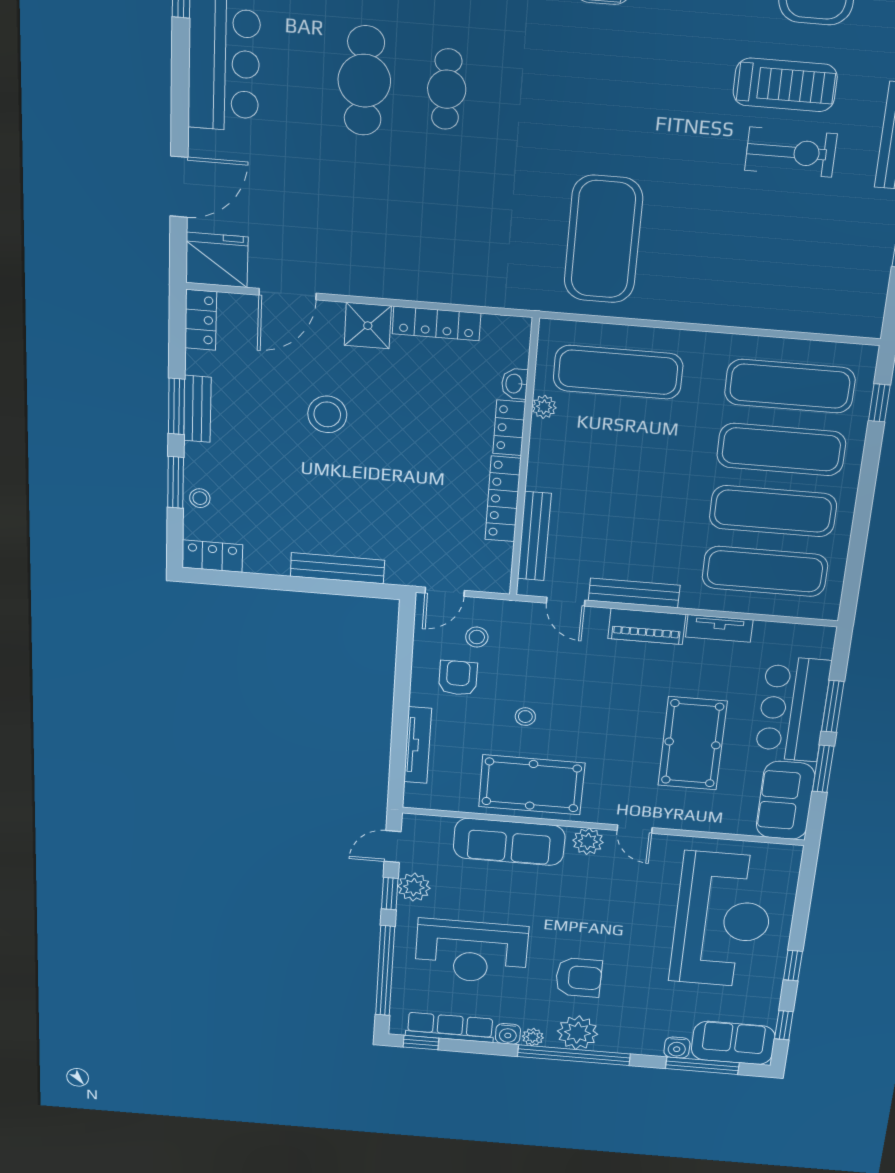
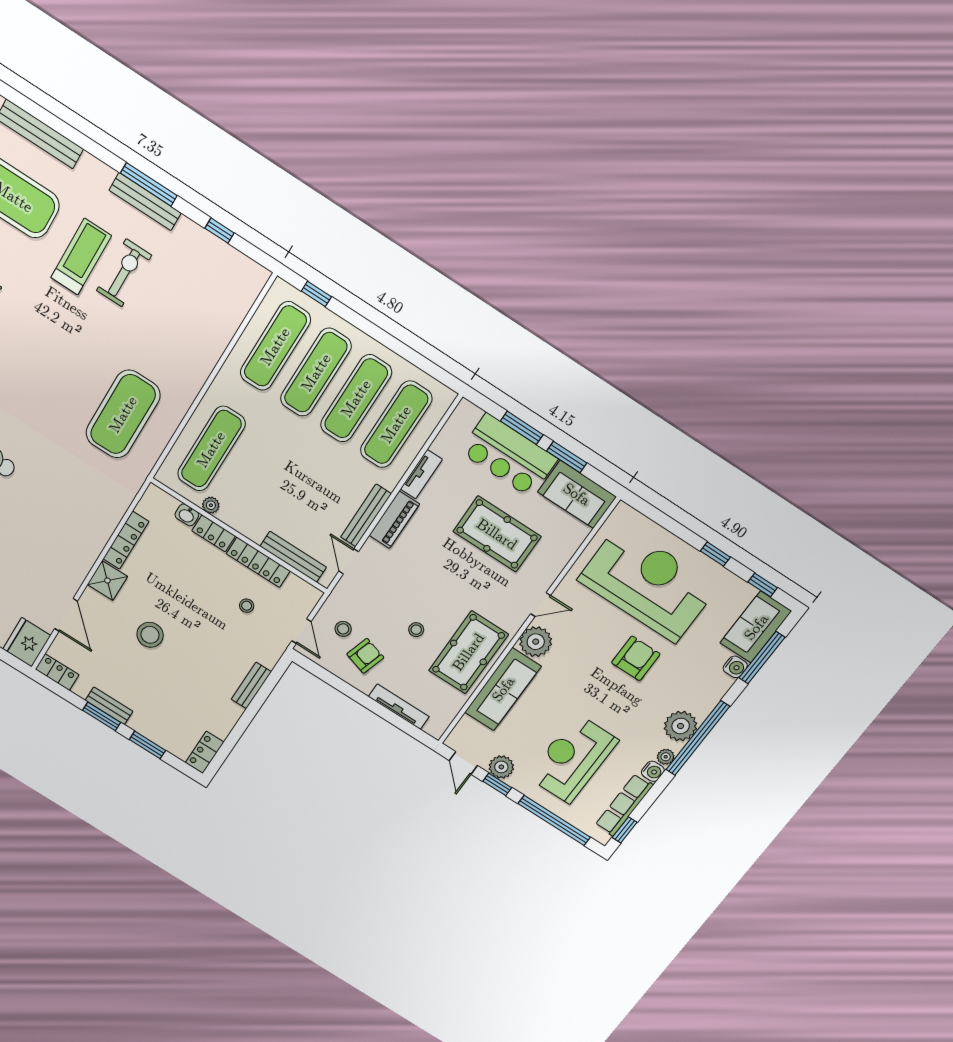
exercise mat: (603, 239) -> (123, 414), turned 90
stool: (200, 498) -> (247, 606), moved
bench: (337, 568) -> (251, 685), width x0.73
door: (566, 602) -> (349, 561), swing flipped
armchair: (458, 678) -> (365, 656), turned 107
plant: (588, 841) -> (536, 642), width x1.36, depth x1.36
reception desk: (471, 952) -> (573, 759), turned 180
armchair: (579, 977) -> (636, 658), moved

